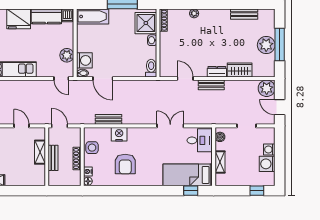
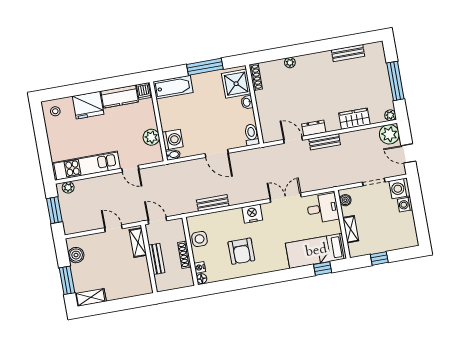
plant: (266, 45) -> (390, 115), moved, width x0.53, depth x0.53
dresser: (217, 72) -> (314, 128), moved
door: (61, 79) -> (130, 169), moved
door: (103, 79) -> (217, 153), moved
nightstand: (119, 134) -> (252, 214), moved
shelving: (40, 152) -> (138, 243), moved
washing machine: (267, 164) -> (400, 188), moved
window: (257, 191) -> (379, 258), moved

